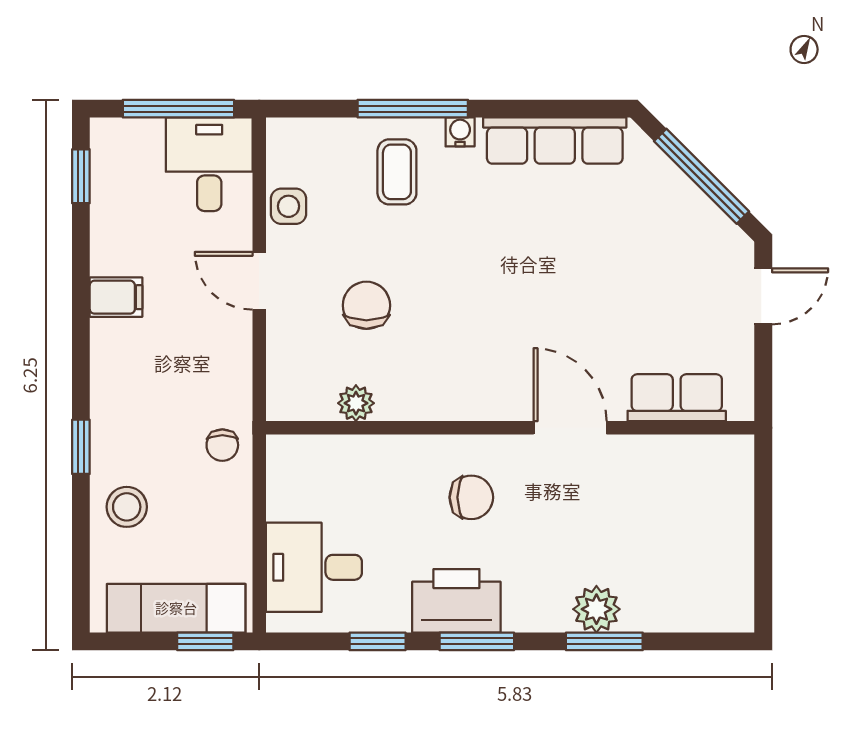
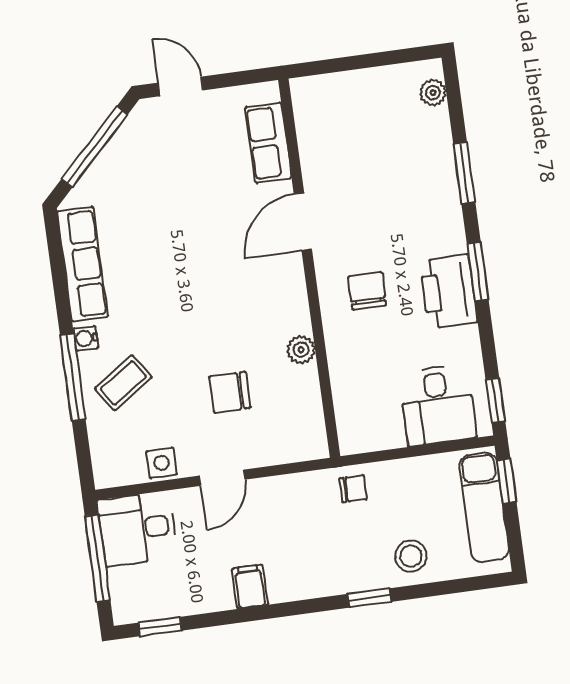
coffee table: (397, 172) -> (123, 383), turned -34
plant: (356, 403) -> (301, 350), moved
plant: (596, 609) -> (433, 93), moved, width x0.73, depth x0.73
window: (378, 641) -> (495, 400), moved

